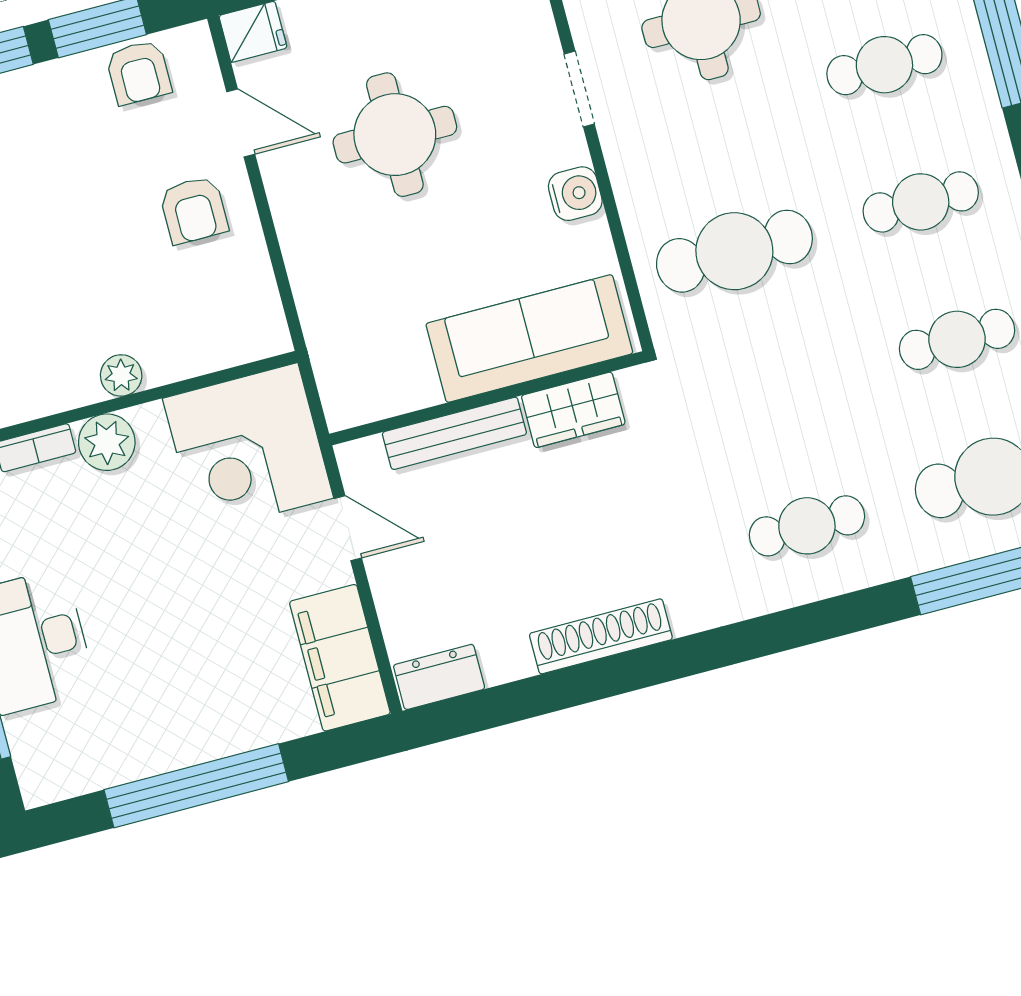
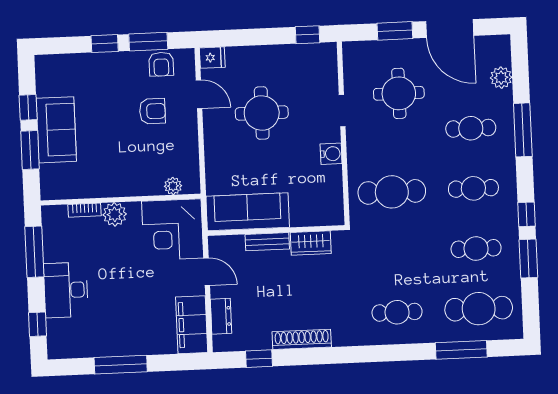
armchair: (194, 210) -> (152, 111), moved, turned -90
sofa: (529, 338) -> (248, 212), moved
plant: (121, 375) -> (173, 186), moved
bench: (454, 433) -> (267, 242), width x0.73
dresser: (439, 677) -> (221, 316), moved, turned 90
window: (512, 702) -> (259, 359), added
window: (196, 786) -> (121, 365), width x0.68

